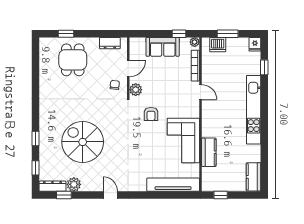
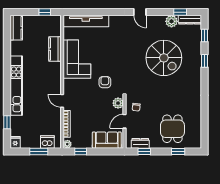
window: (105, 34) -> (144, 151), added
sofa: (163, 47) -> (107, 140), moved

